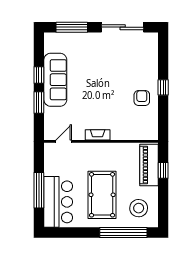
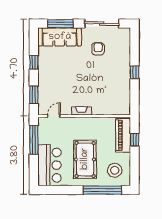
sofa: (55, 80) -> (60, 37), moved, turned 90
armchair: (142, 98) -> (98, 49), moved
window: (39, 103) -> (34, 95), moved
window: (39, 190) -> (34, 140), moved

